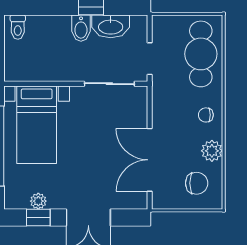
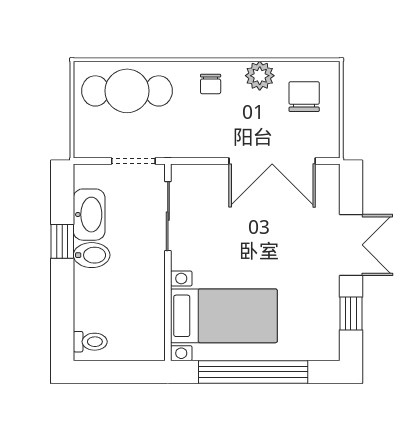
plant: (38, 201) -> (329, 314), removed

